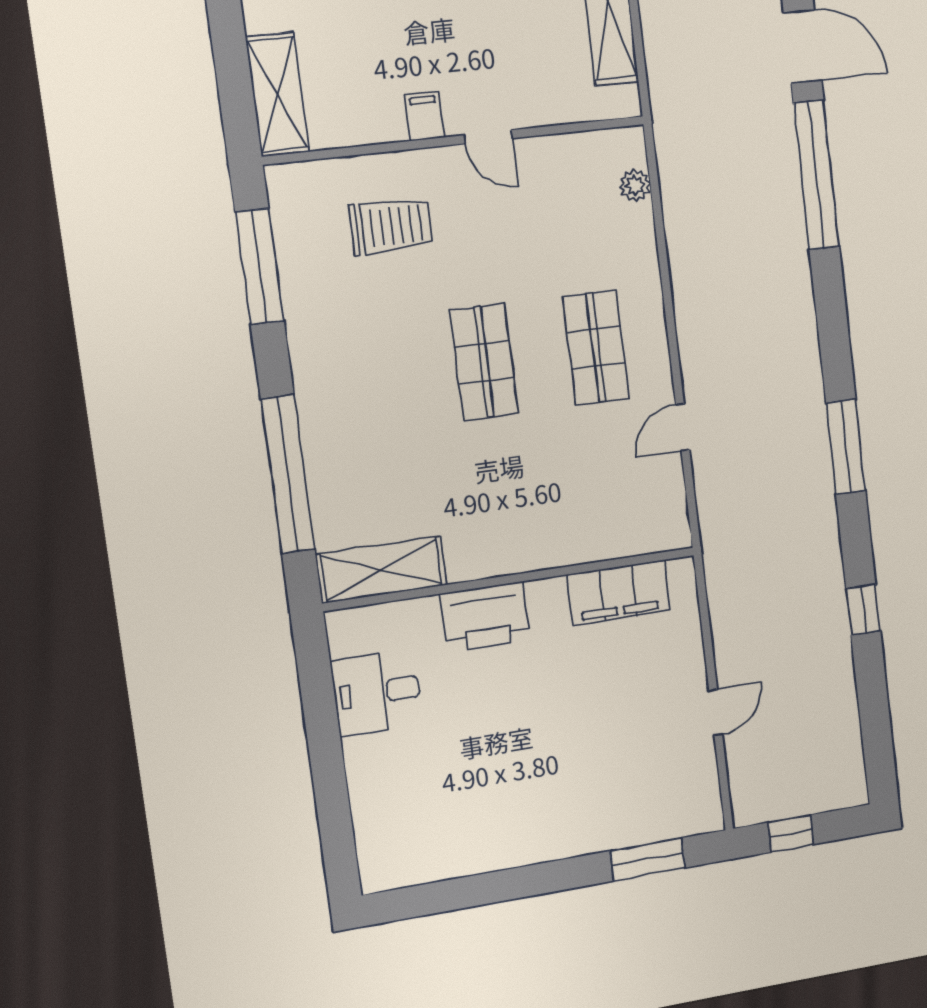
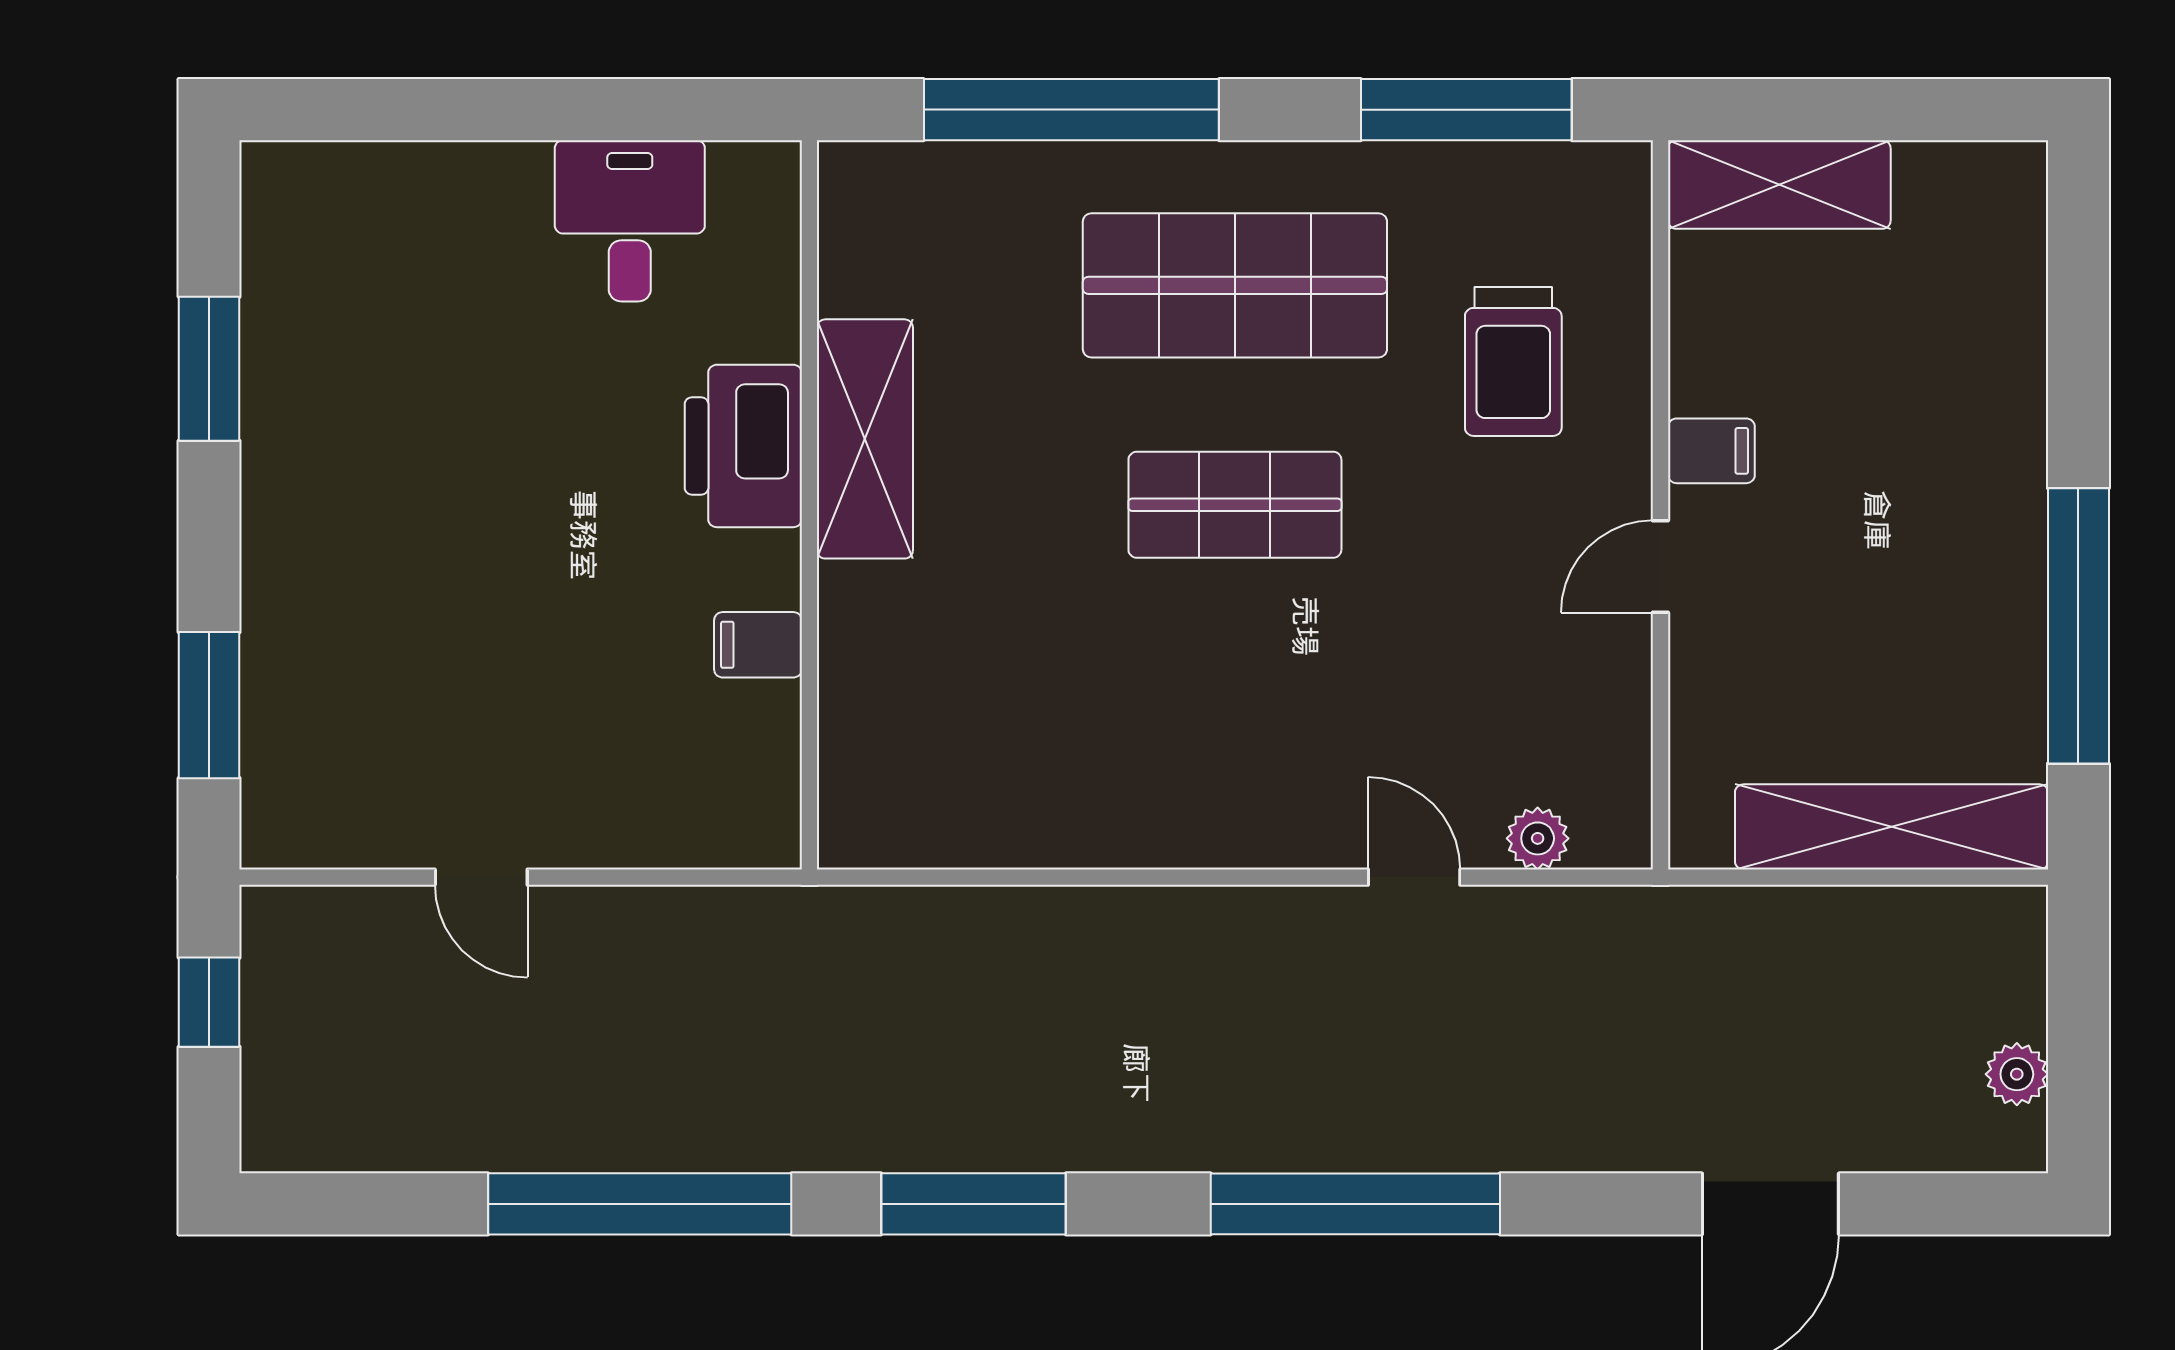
window: (816, 175) -> (1355, 1204), moved
shop shelf: (596, 348) -> (1235, 285), moved, width x1.43, depth x1.36
door: (683, 427) -> (1414, 877), moved
shelving: (381, 570) -> (865, 439), moved
filing cabinet: (618, 593) -> (758, 645), width x0.33, depth x0.86
window: (863, 610) -> (640, 1204), width x3.17
window: (480, 890) -> (209, 369), added

